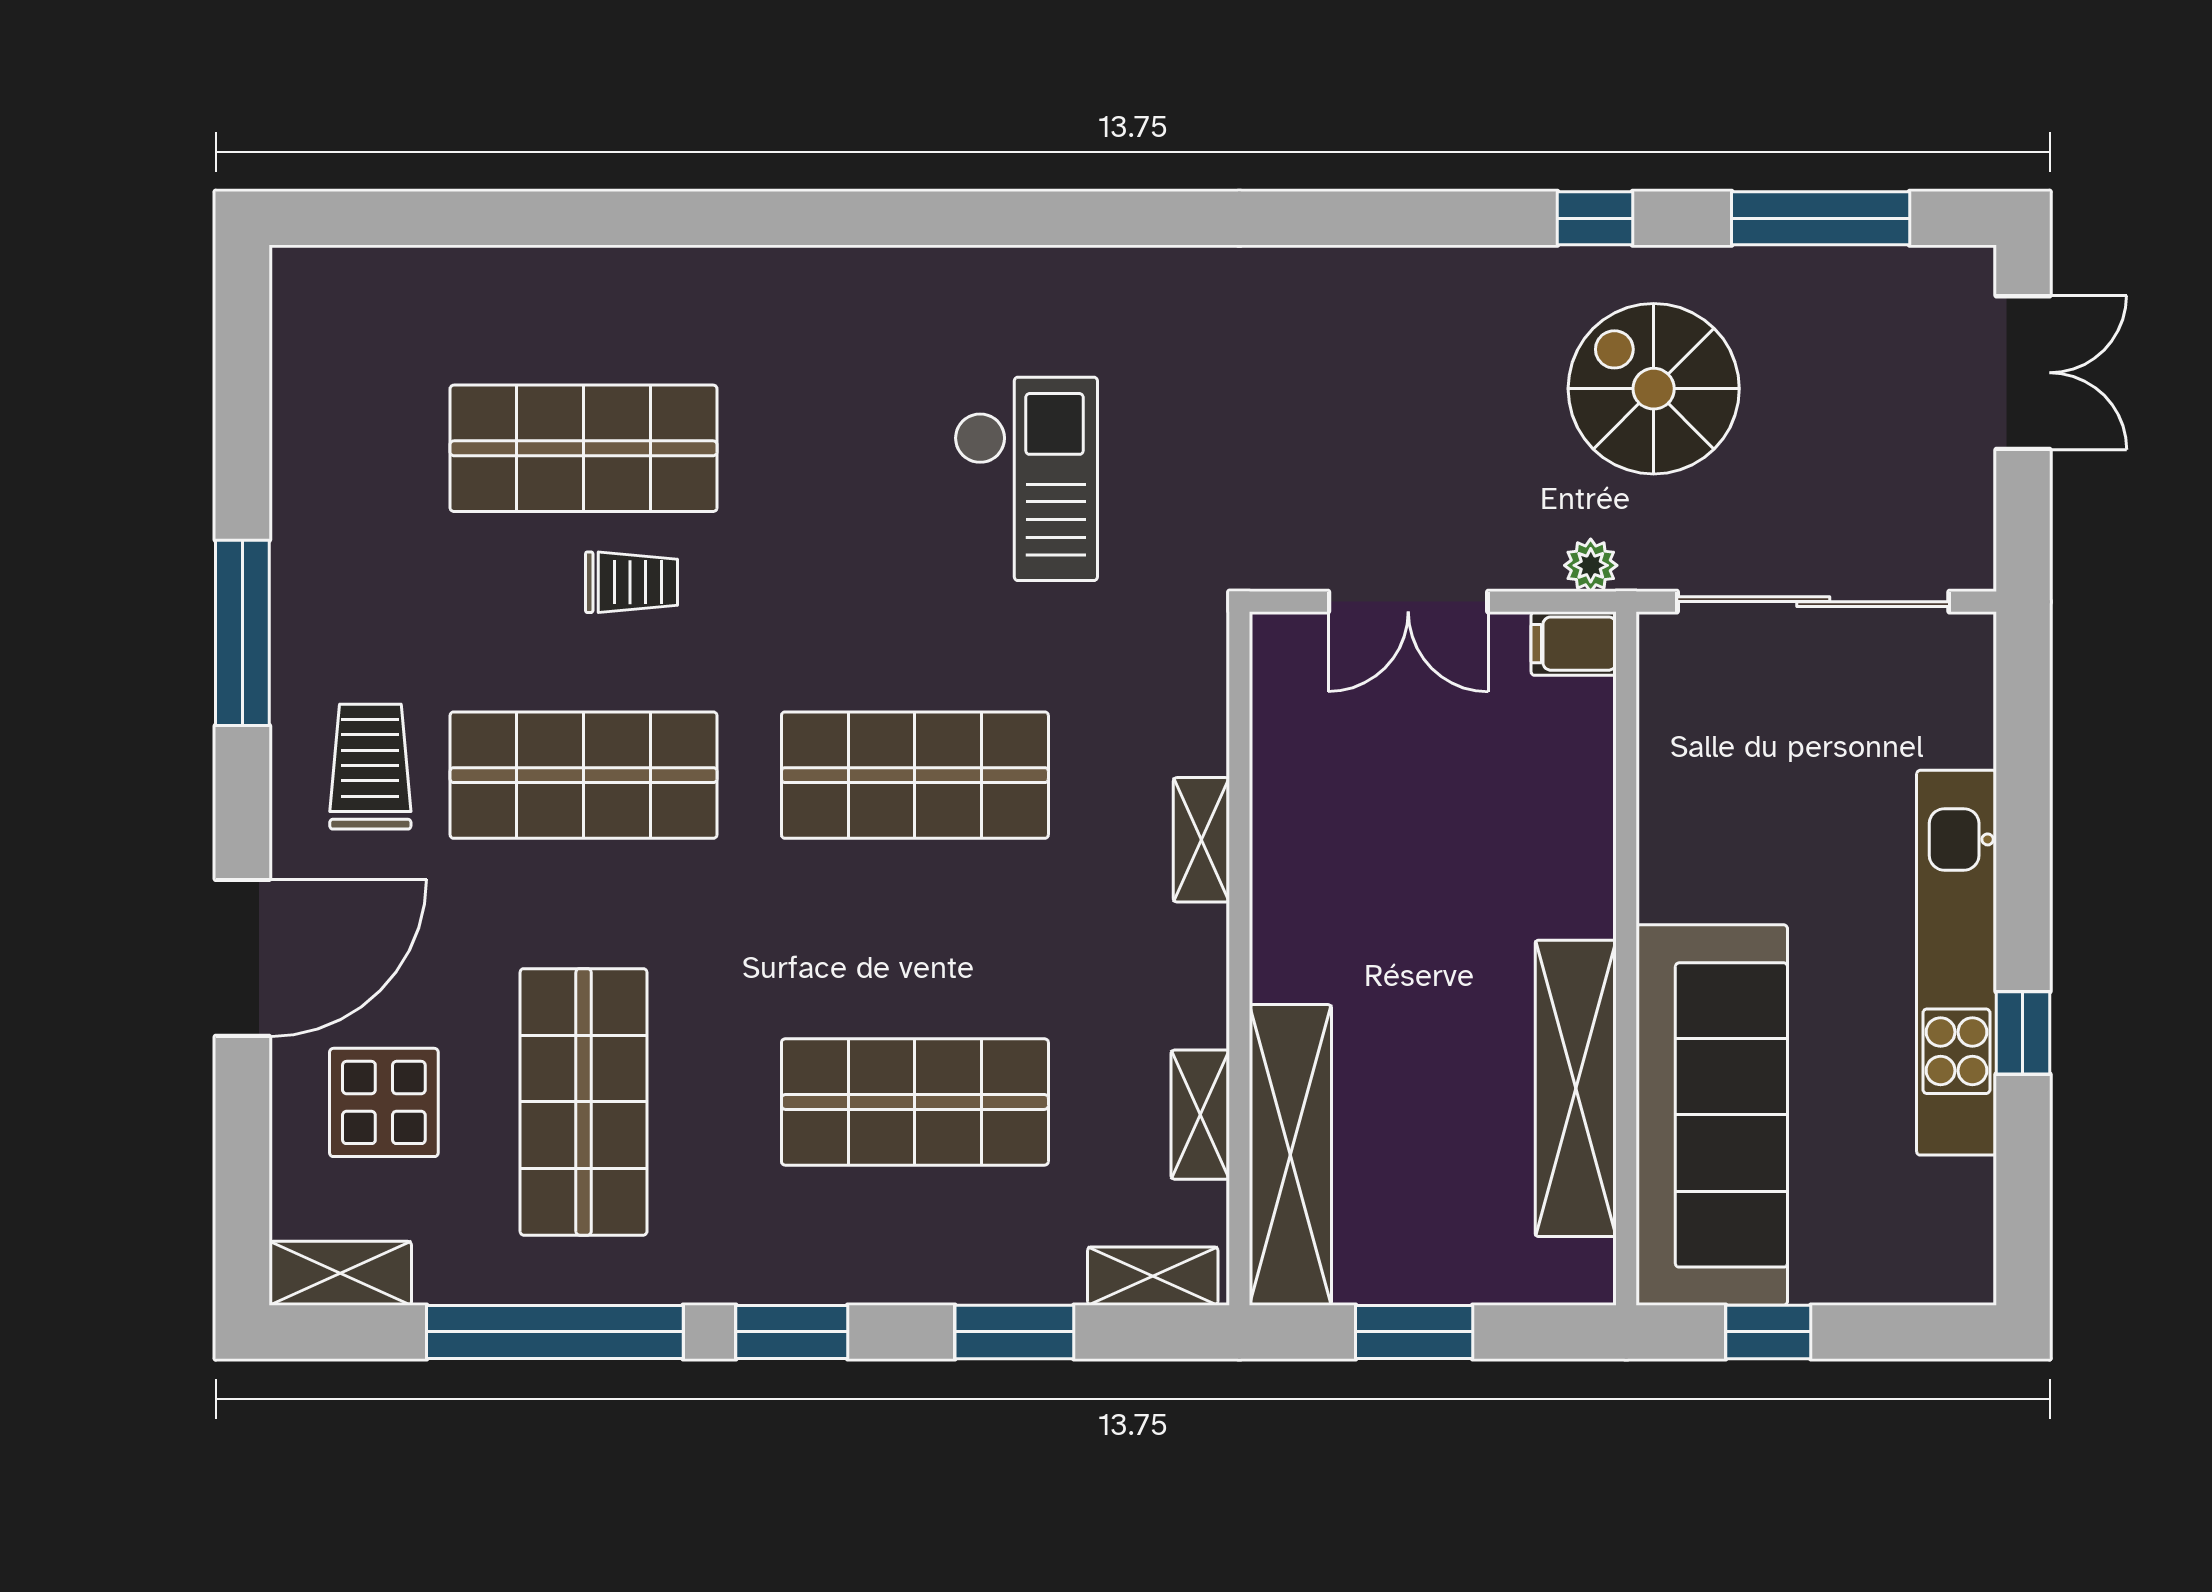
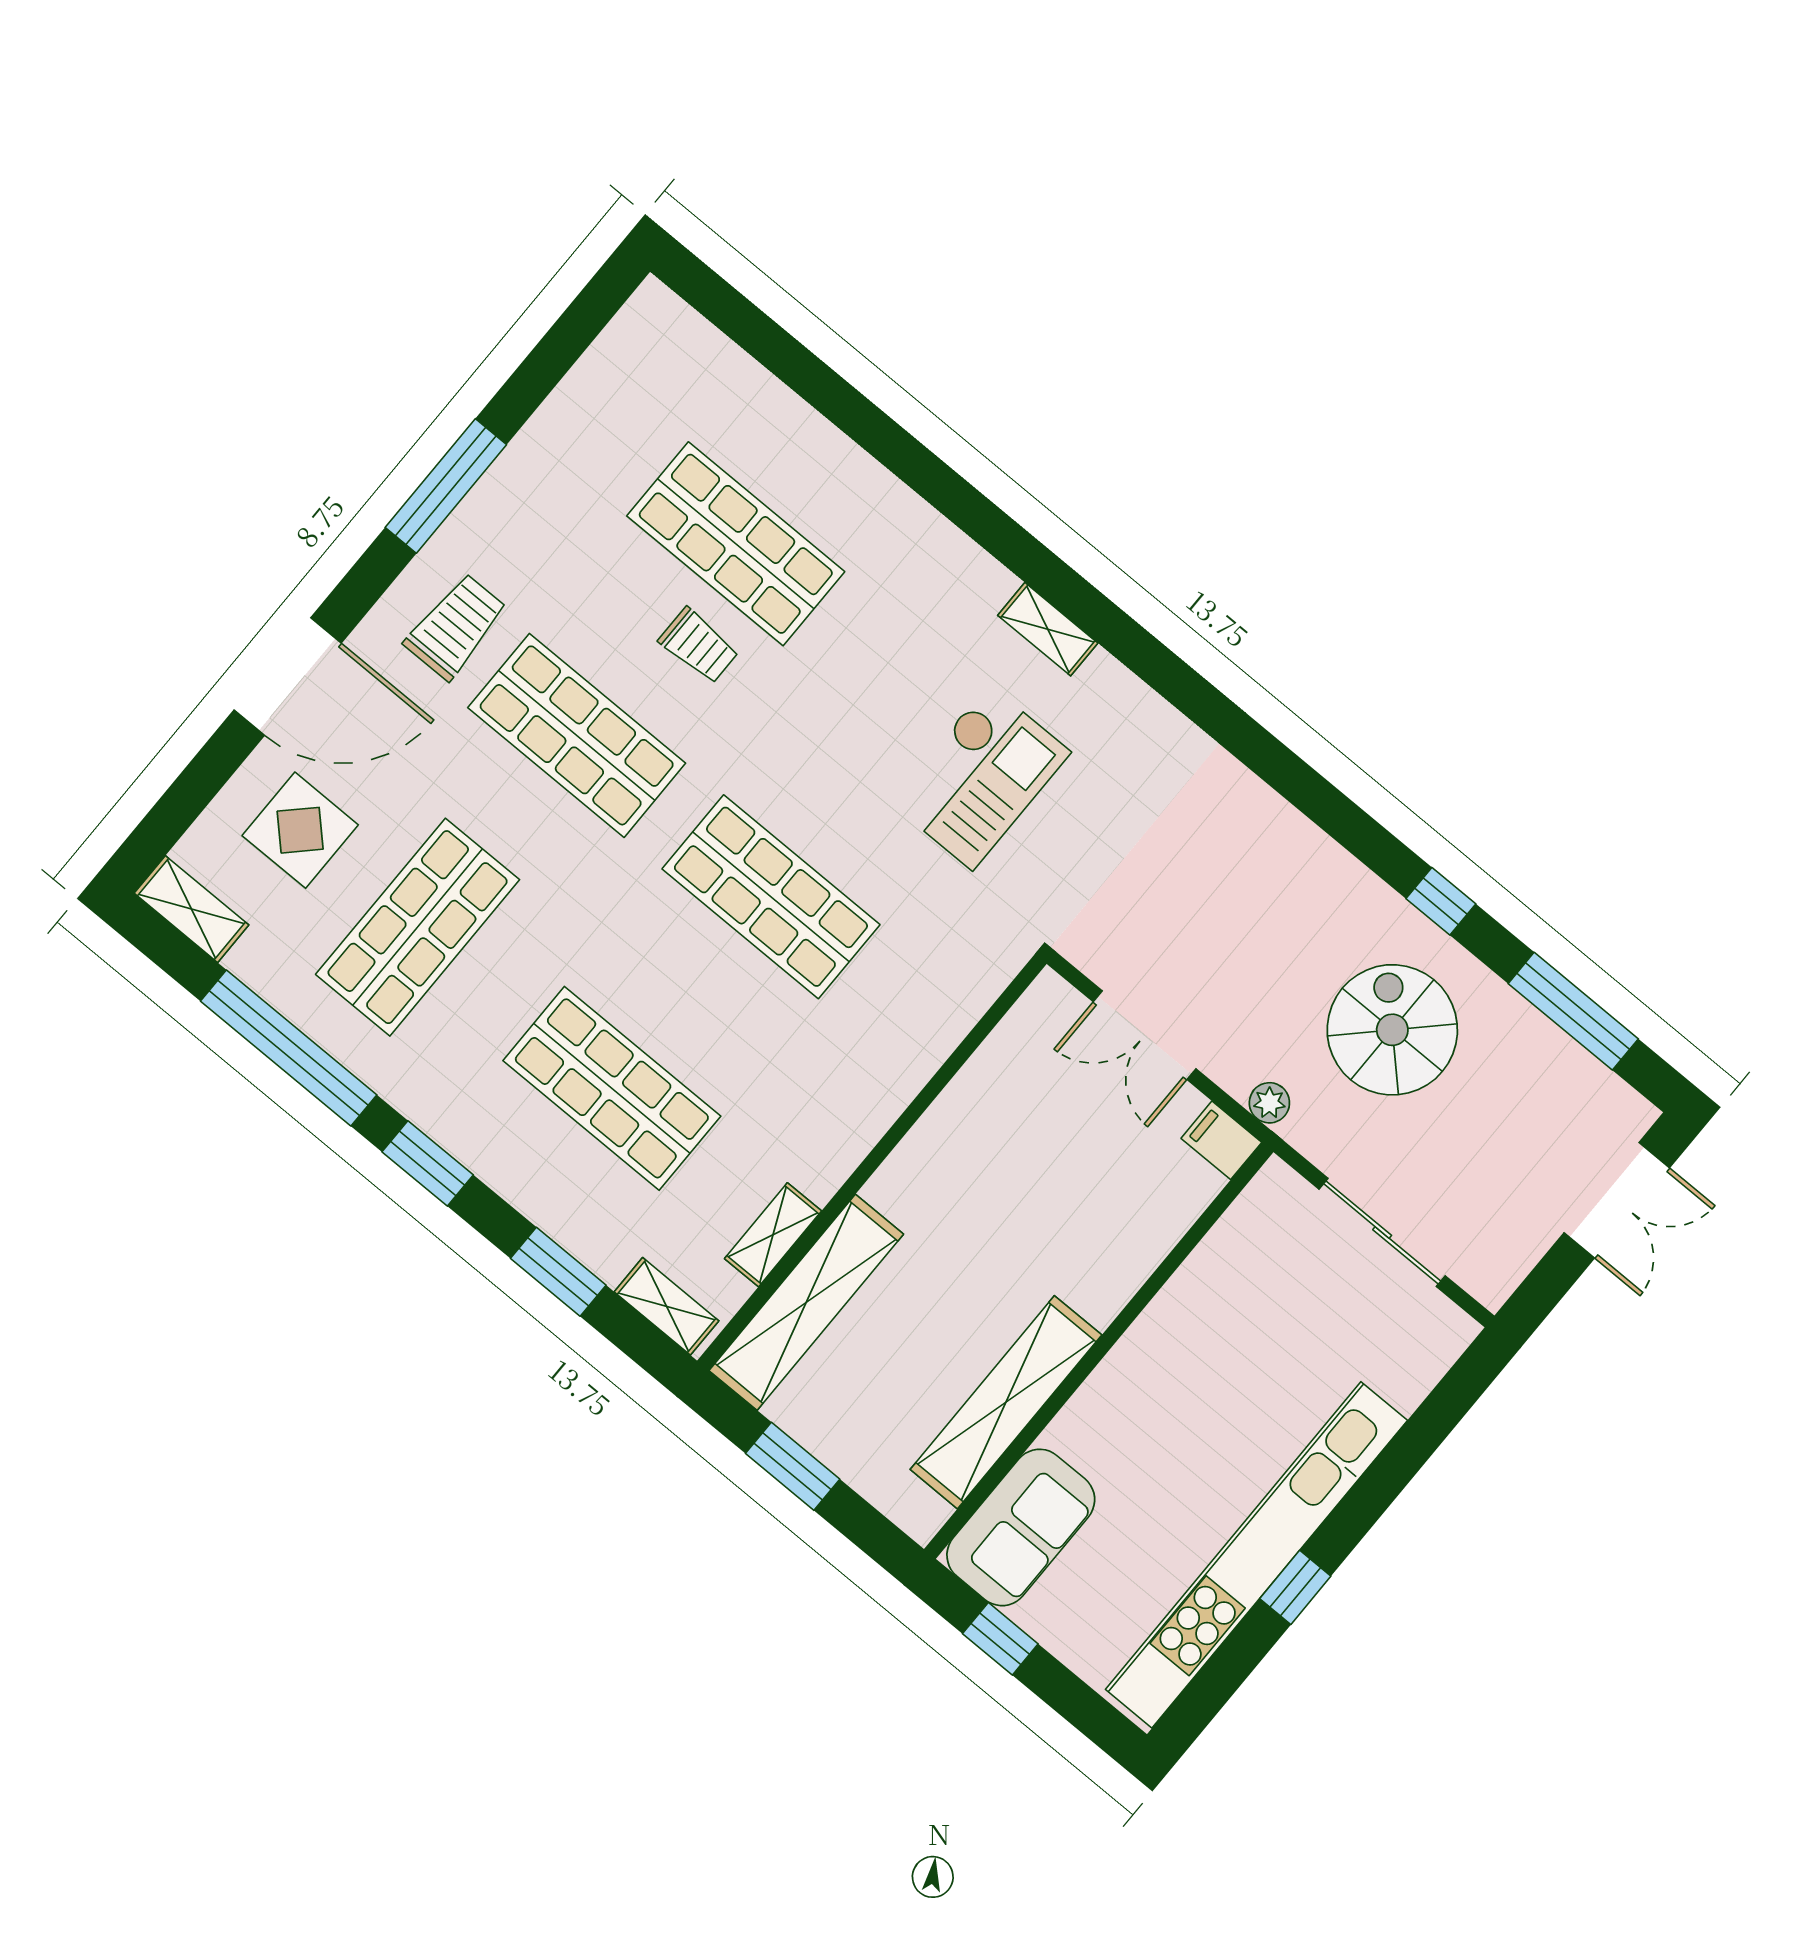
sliding door: (1813, 602) -> (1382, 1232), width x0.73
shelving: (1201, 840) -> (1048, 629), moved, turned 90
kitchen unit: (1956, 963) -> (1256, 1555), width x1.36
sofa: (1712, 1115) -> (1021, 1527), width x0.54, depth x0.79

